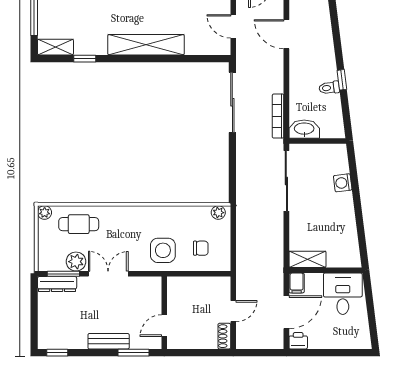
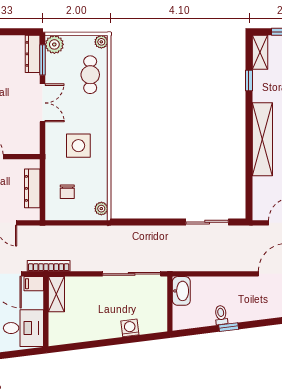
sliding door: (232, 102) -> (207, 222), width x0.73
bookcase: (278, 116) -> (49, 266), moved
side table: (163, 250) -> (78, 146), moved
plant: (76, 262) -> (54, 44), moved
dresser: (197, 284) -> (32, 188), added

